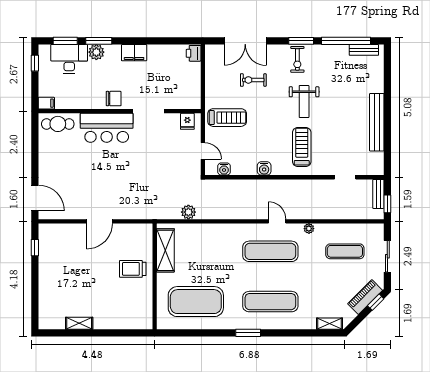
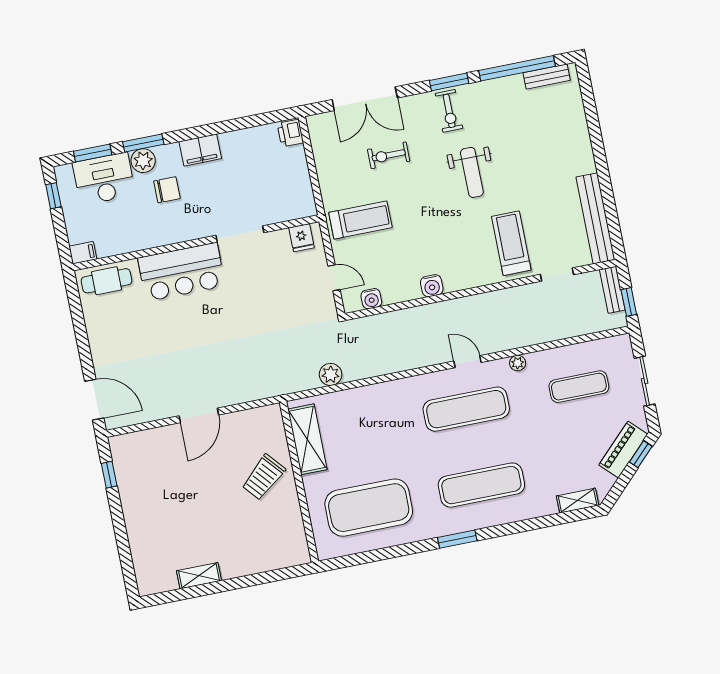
chair: (114, 99) -> (167, 190), moved
bench: (377, 122) -> (595, 218), moved
treadmill: (302, 147) -> (511, 243), moved
trolley: (133, 269) -> (264, 477), turned -41

